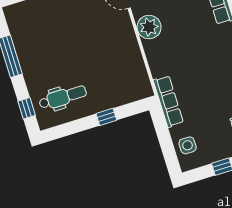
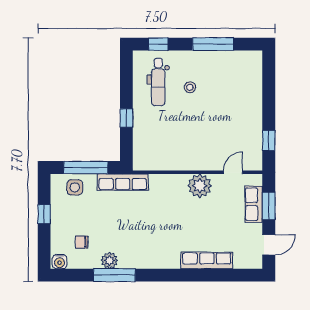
stool: (58, 66) -> (190, 87), added
window: (165, 141) -> (86, 168), added

